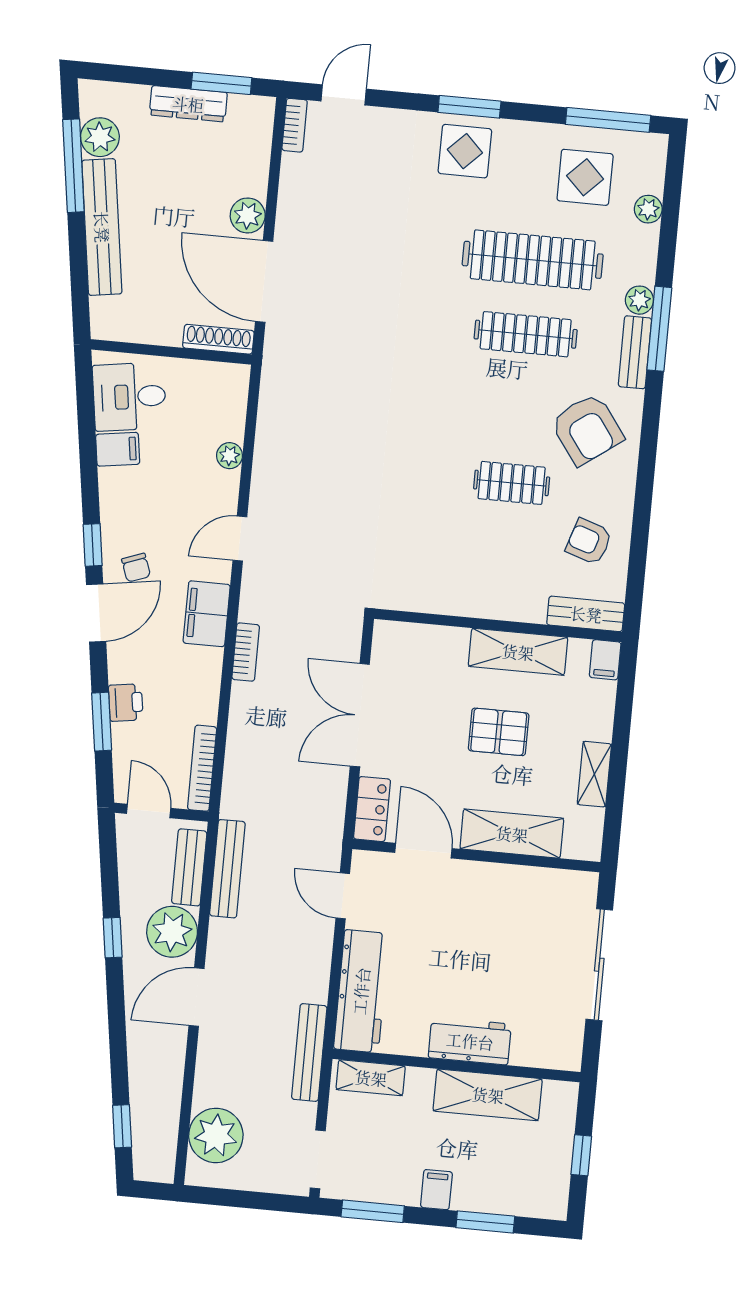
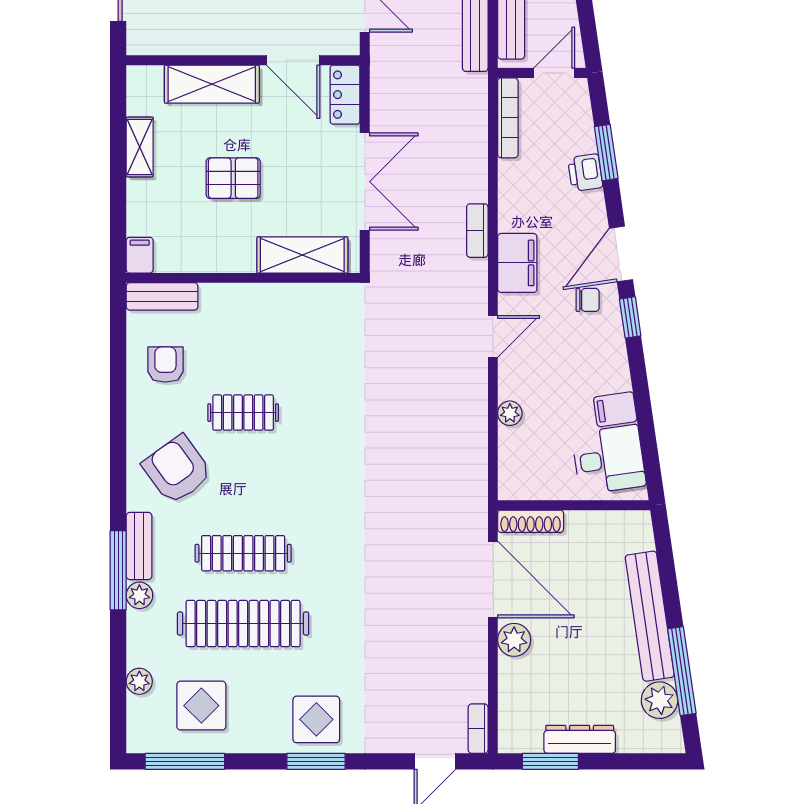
armchair: (589, 541) -> (165, 365), turned -108
chair: (136, 568) -> (588, 300), turned 110
shelving: (518, 652) -> (302, 255), moved
door: (149, 811) -> (554, 73), swing flipped

